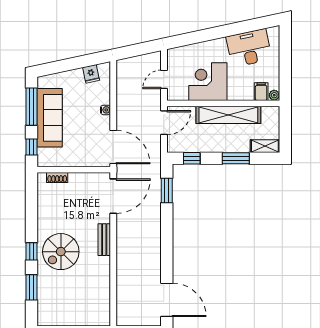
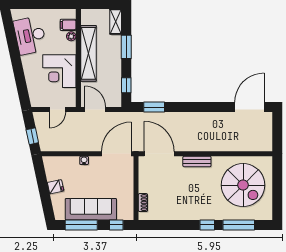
window: (133, 51) -> (32, 136), added
fridge: (91, 74) -> (56, 187), moved
door: (164, 79) -> (57, 110), hinge flipped
plant: (274, 95) -> (71, 36), moved
spiral stairs: (61, 252) -> (243, 185), moved, width x1.37, depth x1.37
window: (31, 287) -> (239, 225), width x1.44

